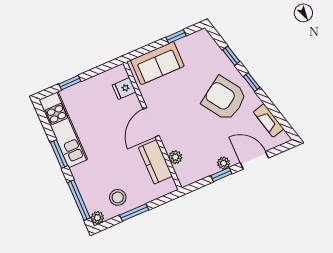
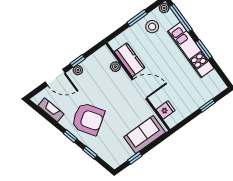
door: (151, 122) -> (140, 89), hinge flipped
kitchen unit: (63, 130) -> (191, 50), moved

